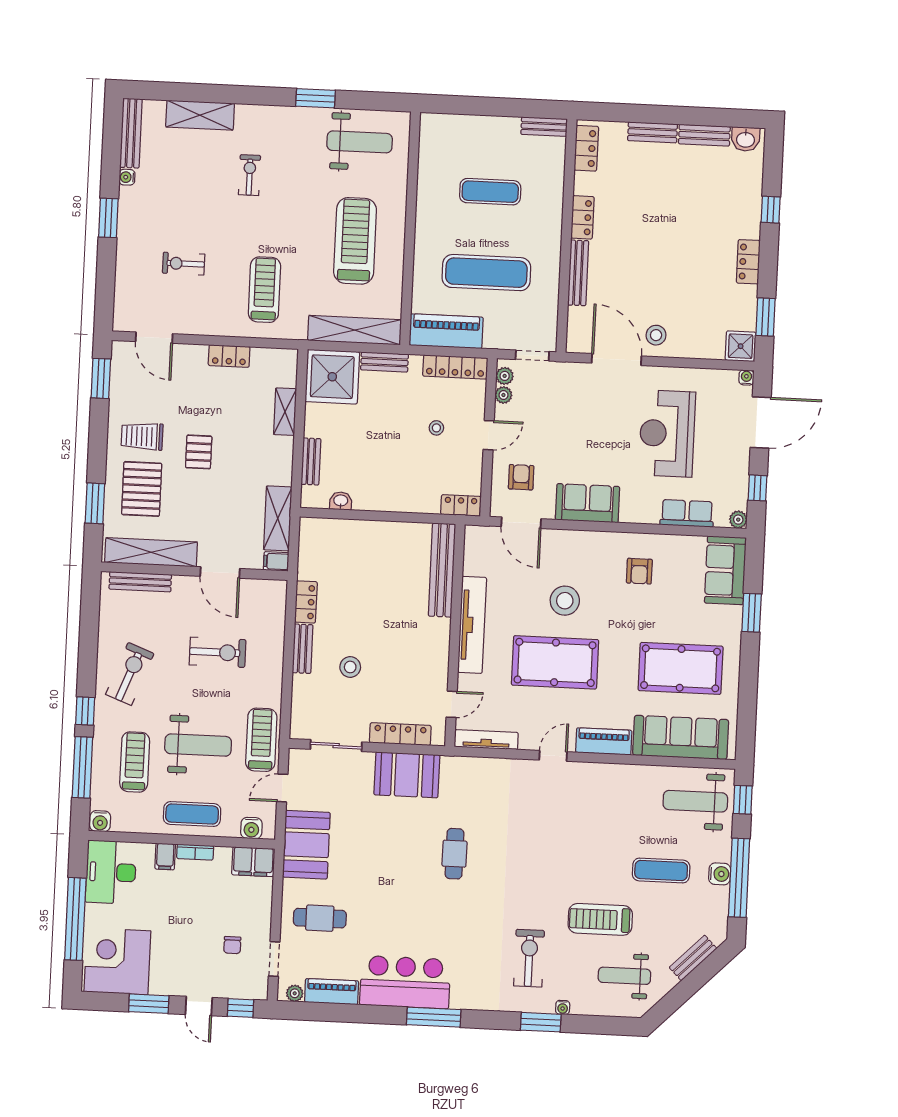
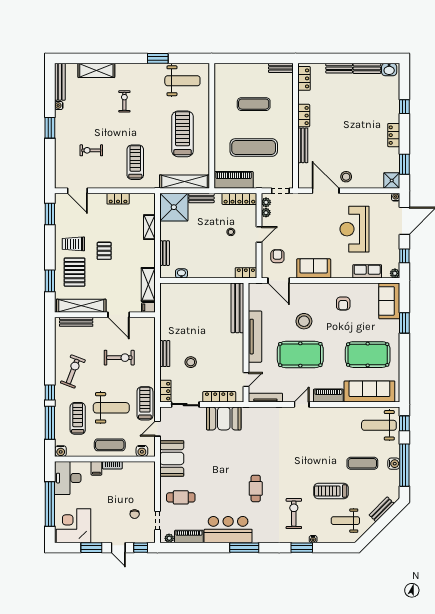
locker: (306, 602) -> (165, 391), moved
cafe table: (455, 854) -> (256, 488), moved
filing cabinet: (253, 862) -> (144, 469), removed

